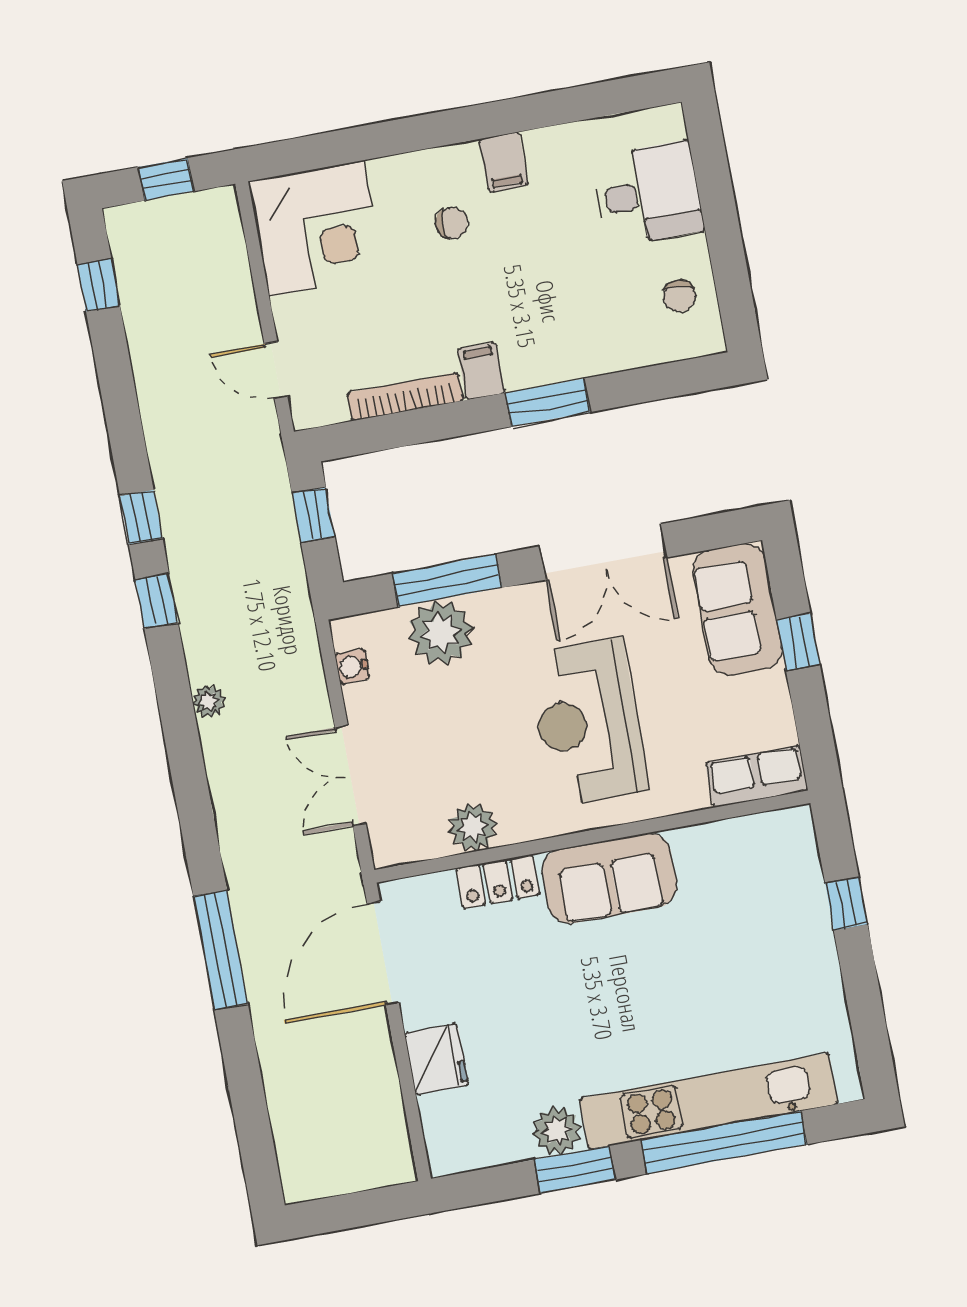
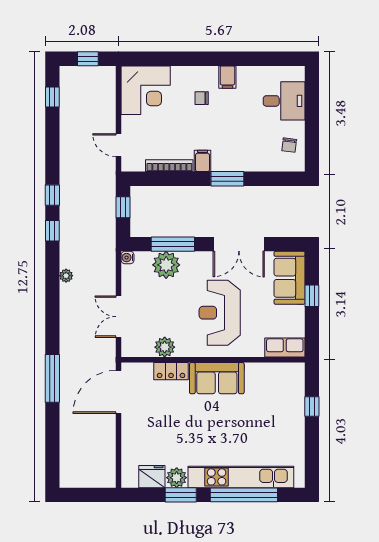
chair: (452, 223) -> (202, 98), turned 180
water cooler: (352, 666) -> (128, 258), moved
fridge: (436, 1059) -> (152, 477), moved, turned -90

